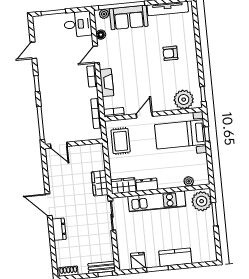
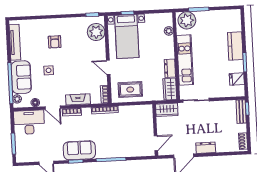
desk: (78, 24) -> (29, 122), width x1.37
side table: (138, 48) -> (49, 70), added
sofa: (49, 87) -> (79, 150), added
wall: (74, 144) -> (155, 130), moved
door: (59, 145) -> (156, 143), moved

